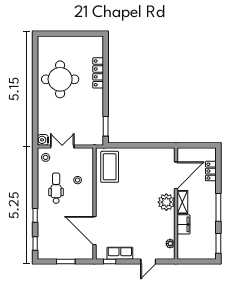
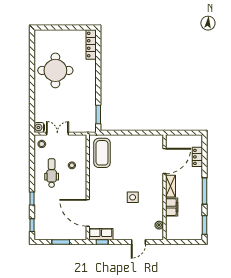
locker: (98, 73) -> (91, 45), moved
plant: (166, 202) -> (155, 186), removed
side table: (142, 214) -> (133, 197), added
row of seats: (120, 253) -> (101, 234), moved

